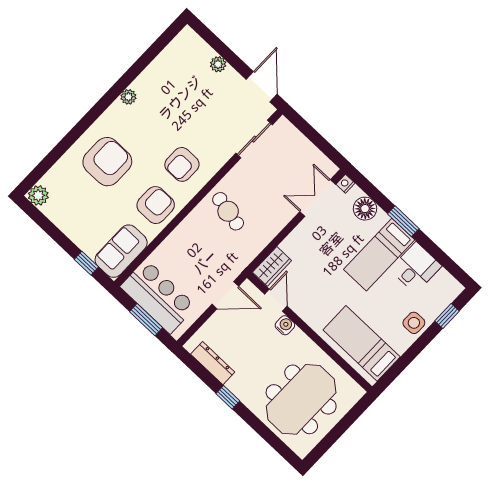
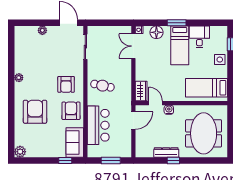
bar counter: (158, 297) -> (98, 125), moved, turned 90
dresser: (213, 363) -> (166, 153), moved

